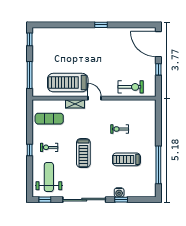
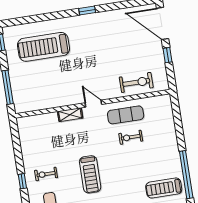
treadmill: (68, 83) -> (44, 47), moved
exercise mat: (49, 119) -> (126, 115), moved
treadmill: (126, 159) -> (164, 188), moved

